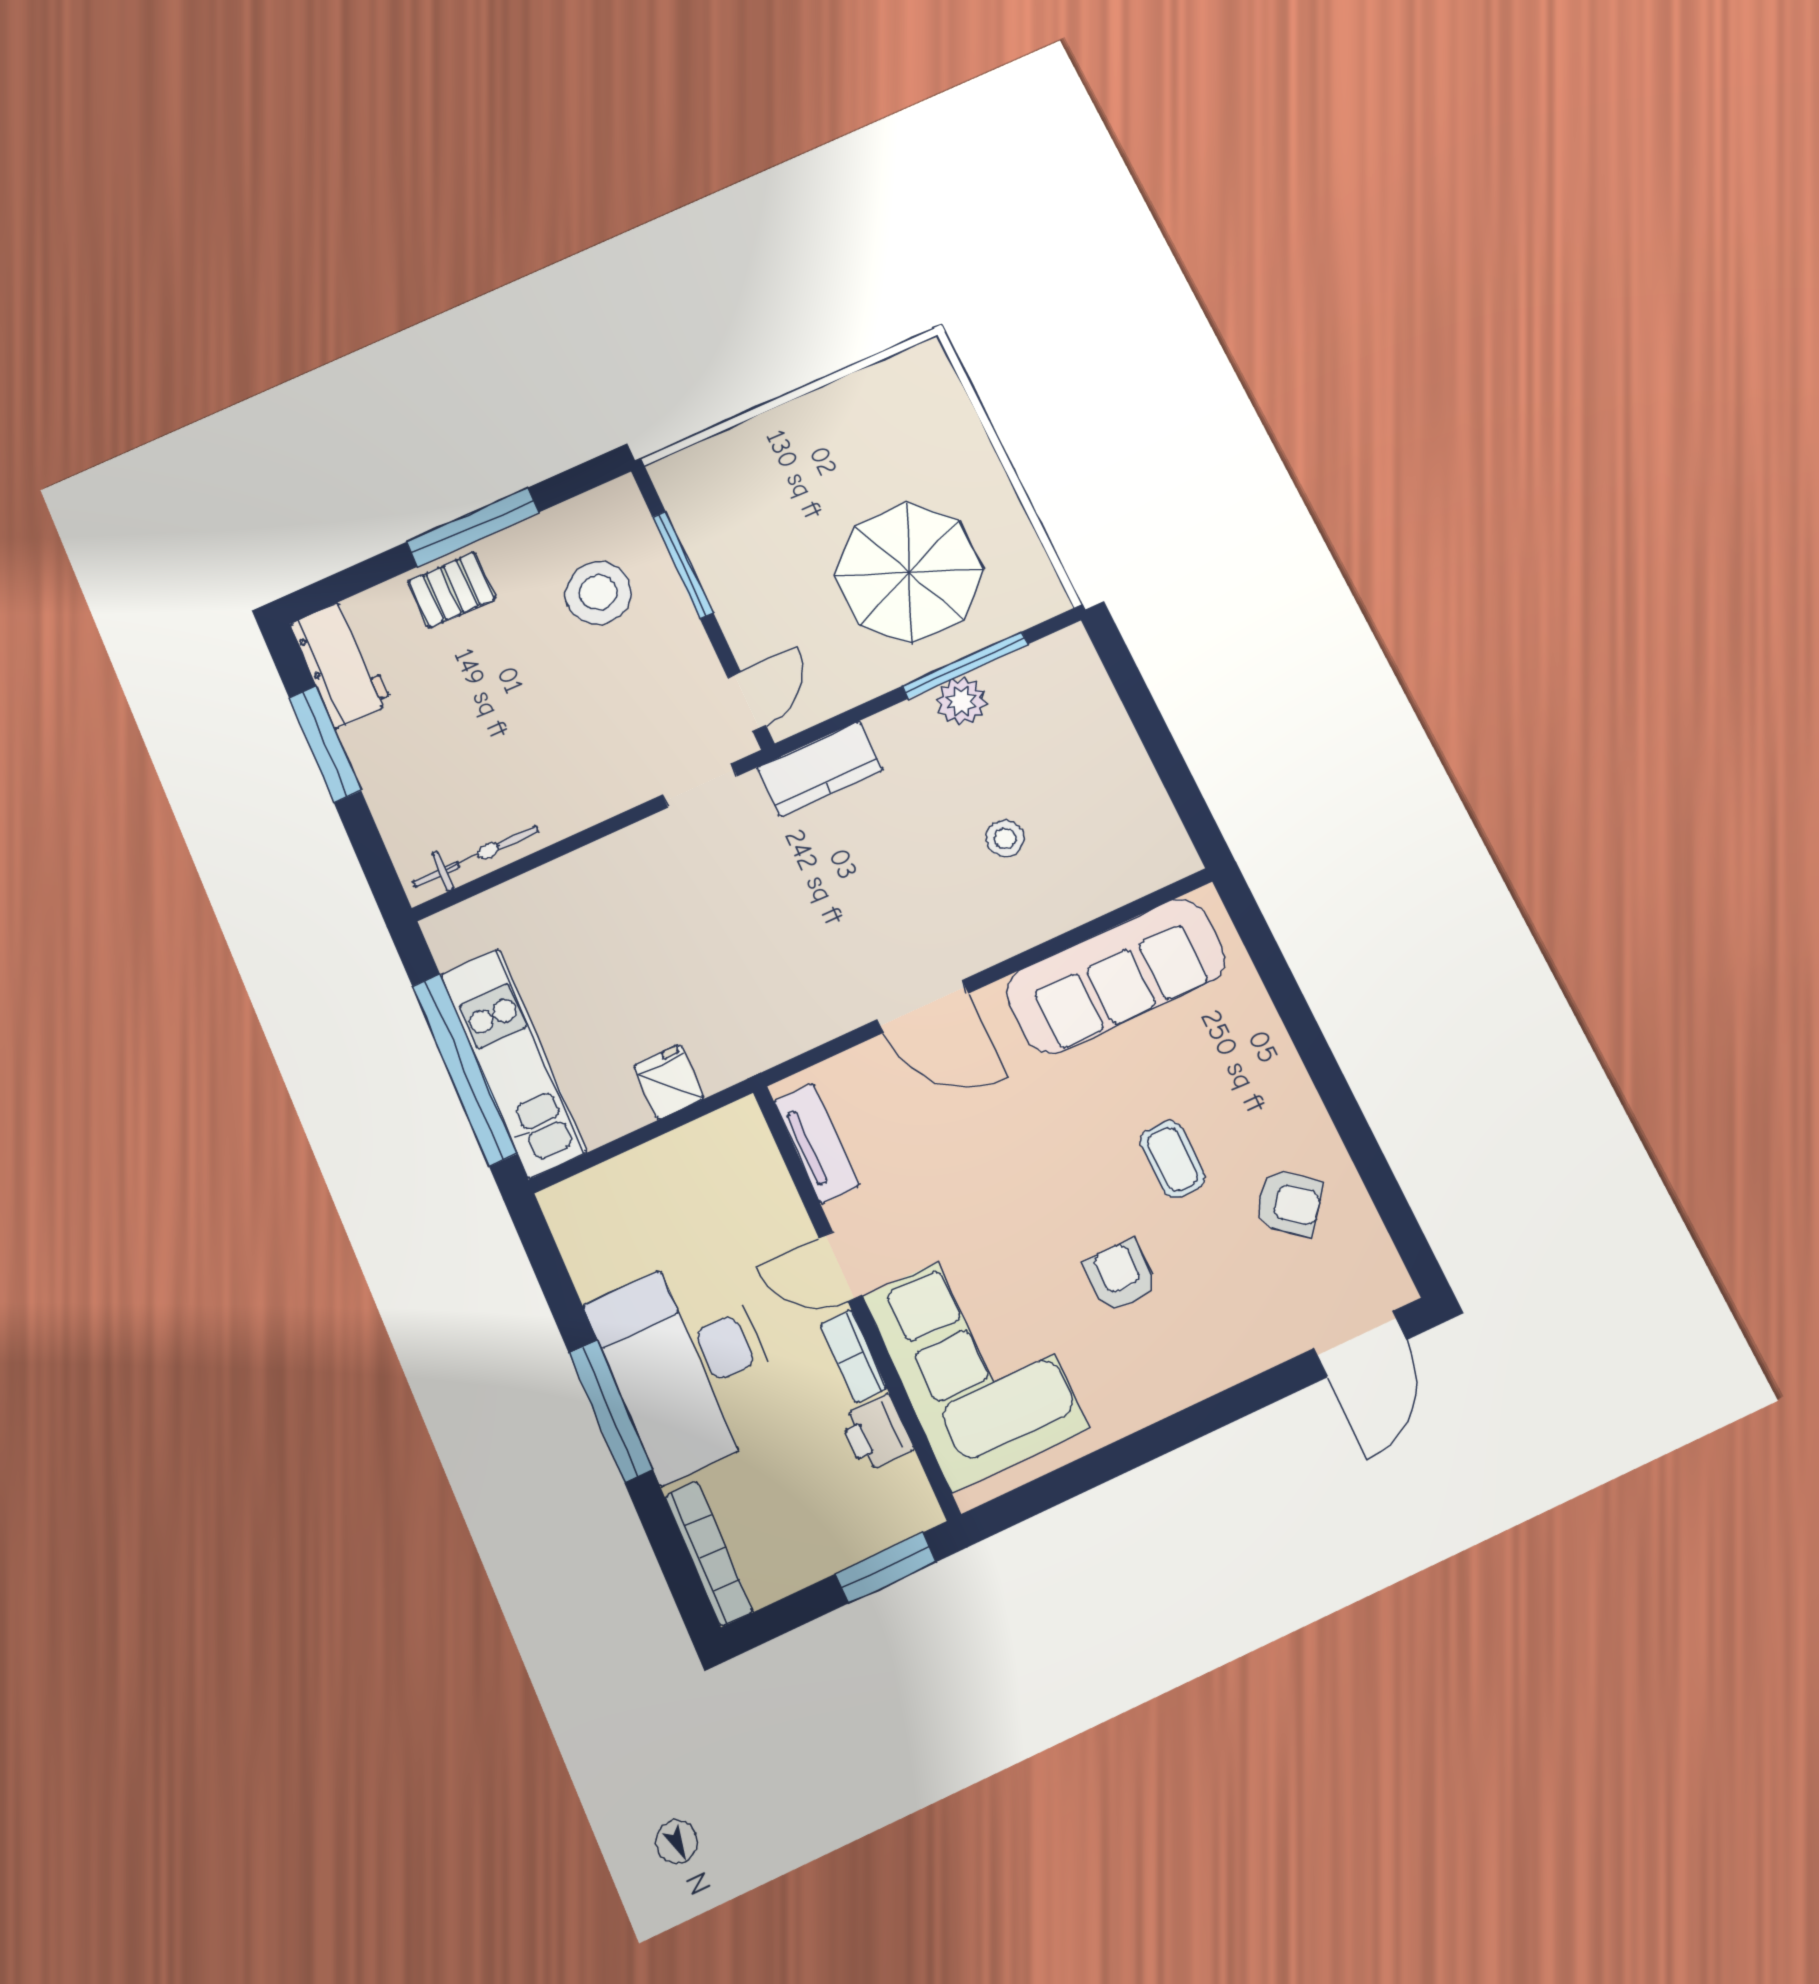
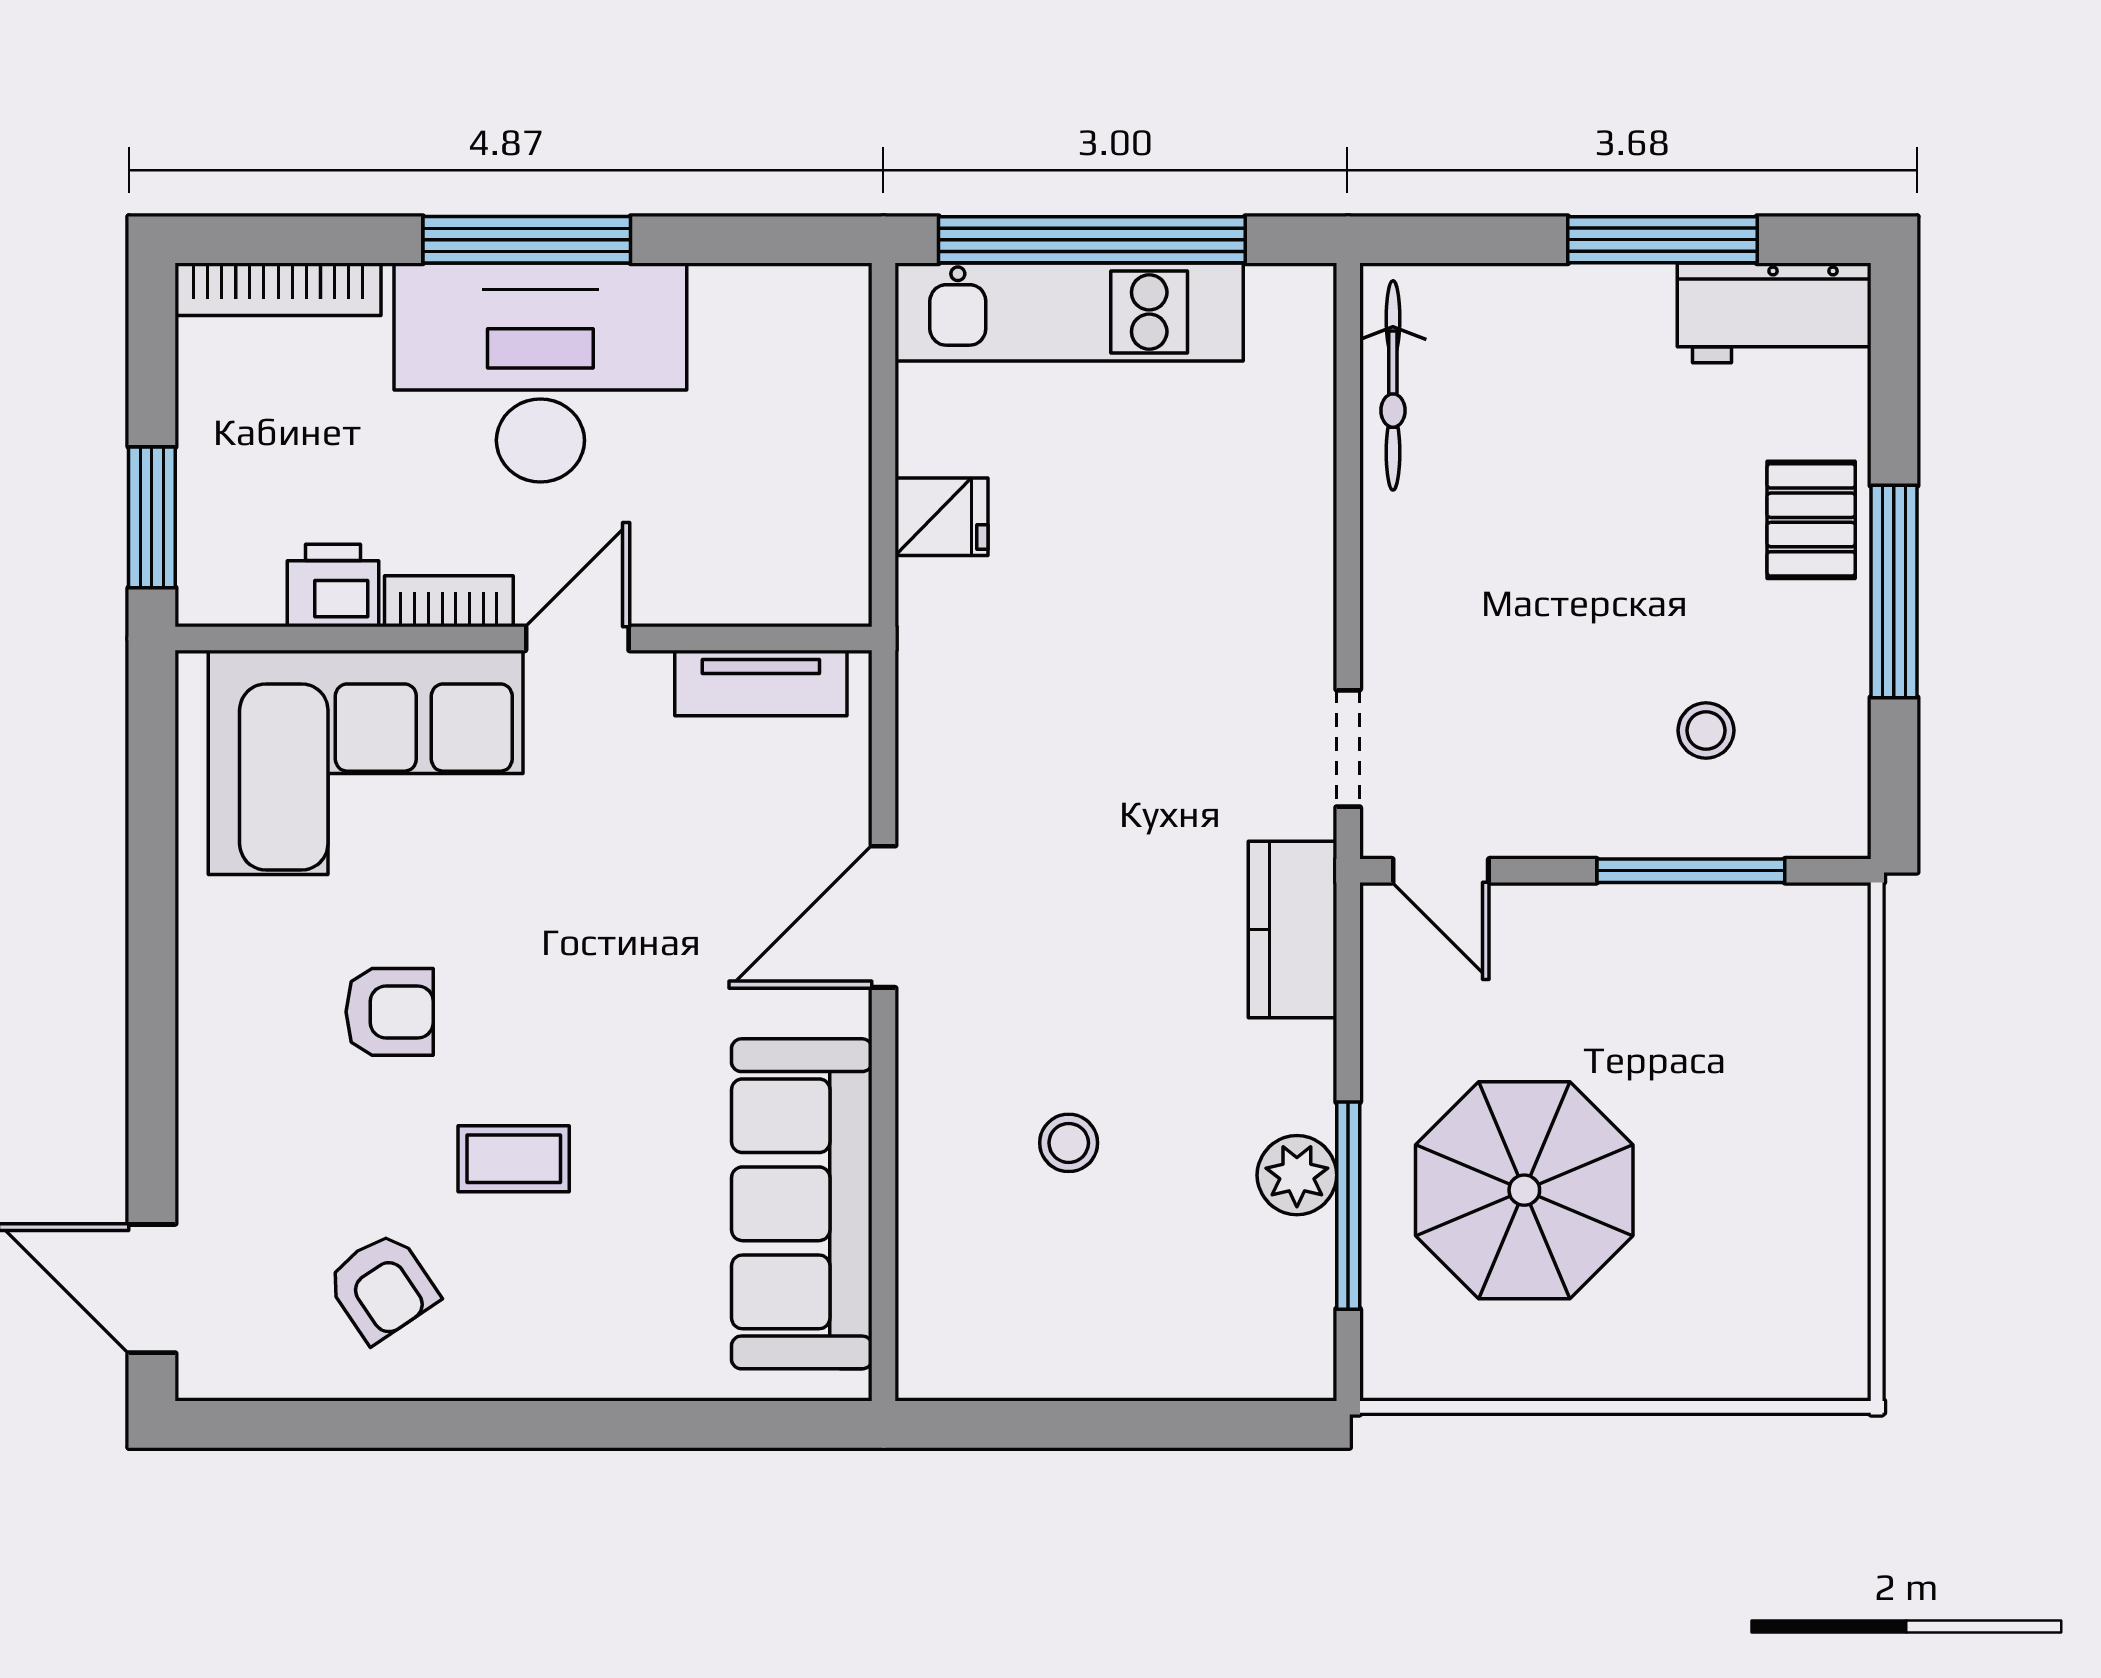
stool: (598, 593) -> (1706, 730), width x0.53, depth x0.53
armchair: (1289, 1203) -> (382, 1287), turned -73

